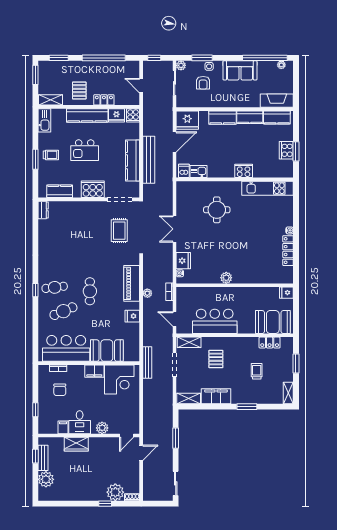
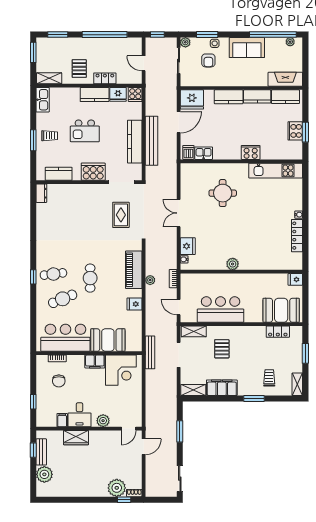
kitchen counter: (87, 115) -> (95, 95), width x0.67
trolley: (257, 371) -> (269, 378), moved
window: (105, 504) -> (124, 500), moved

